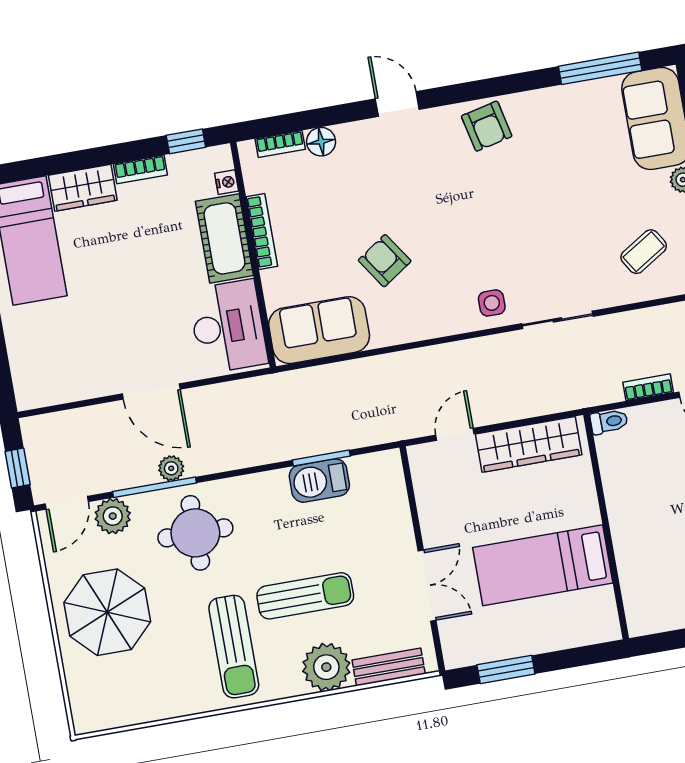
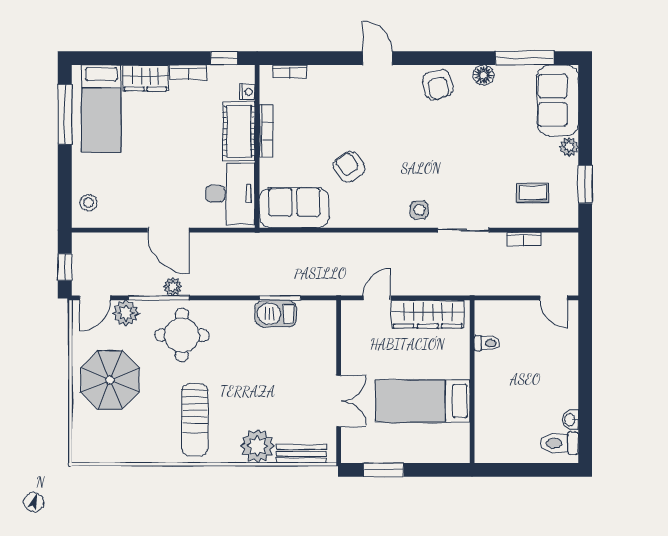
floor lamp: (321, 142) -> (483, 75), moved
coffee table: (644, 252) -> (533, 193), turned 32
stool: (35, 373) -> (88, 203), added
bookcase: (648, 387) -> (524, 239), moved, turned 180
toilet: (609, 422) -> (487, 343), moved
sun lounger: (305, 596) -> (251, 393), removed

